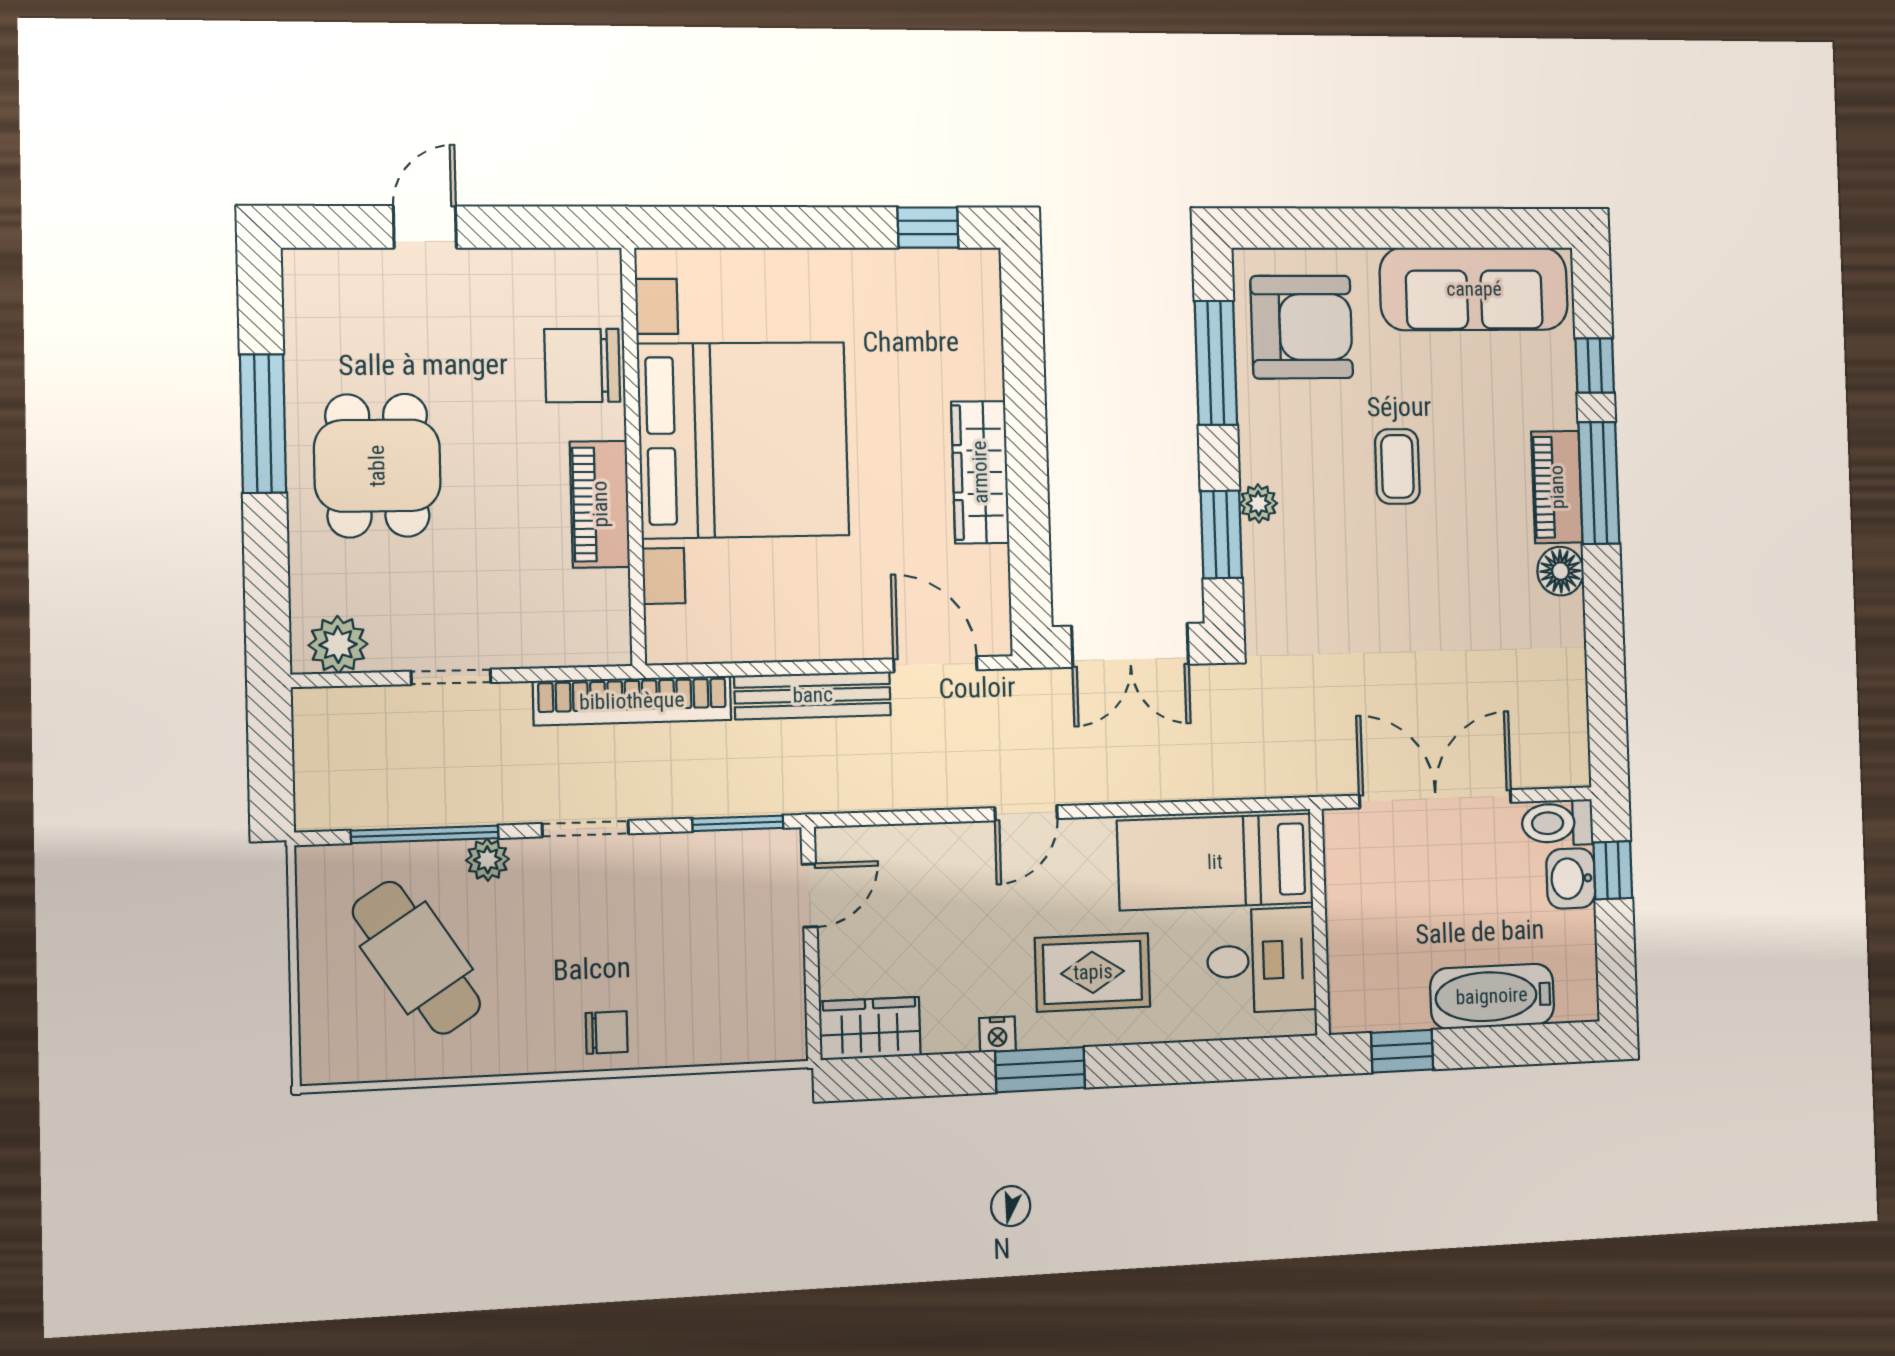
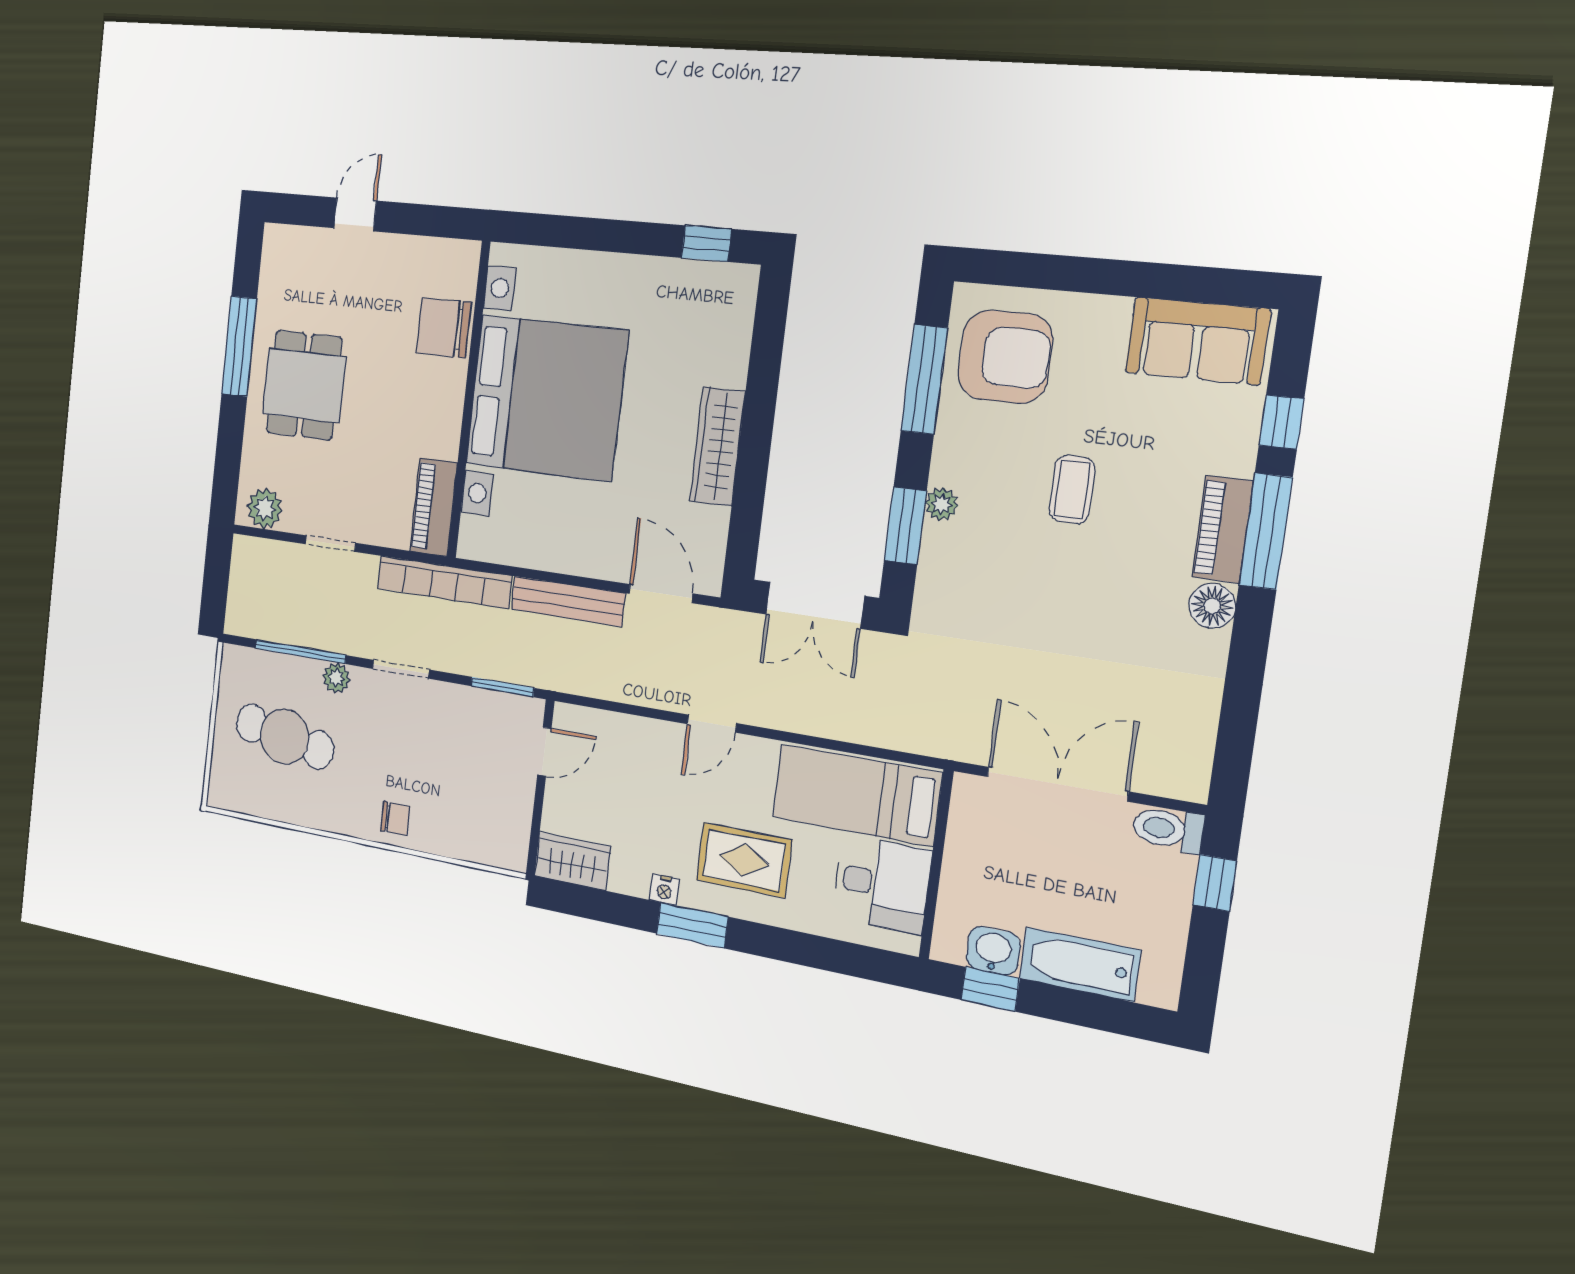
sofa: (1474, 289) -> (1197, 341), width x0.73
piano: (600, 504) -> (434, 507), moved
washbasin: (1571, 878) -> (993, 951), moved, turned 90
cafe table: (417, 958) -> (285, 736), turned -47

